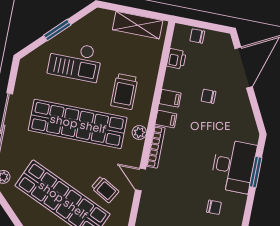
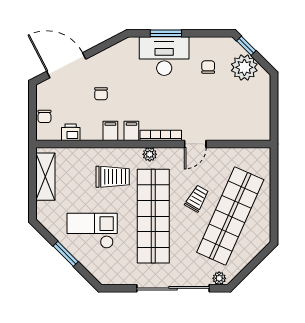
checkout: (75, 61) -> (92, 231), turned -90
trolley: (105, 190) -> (197, 199), moved

